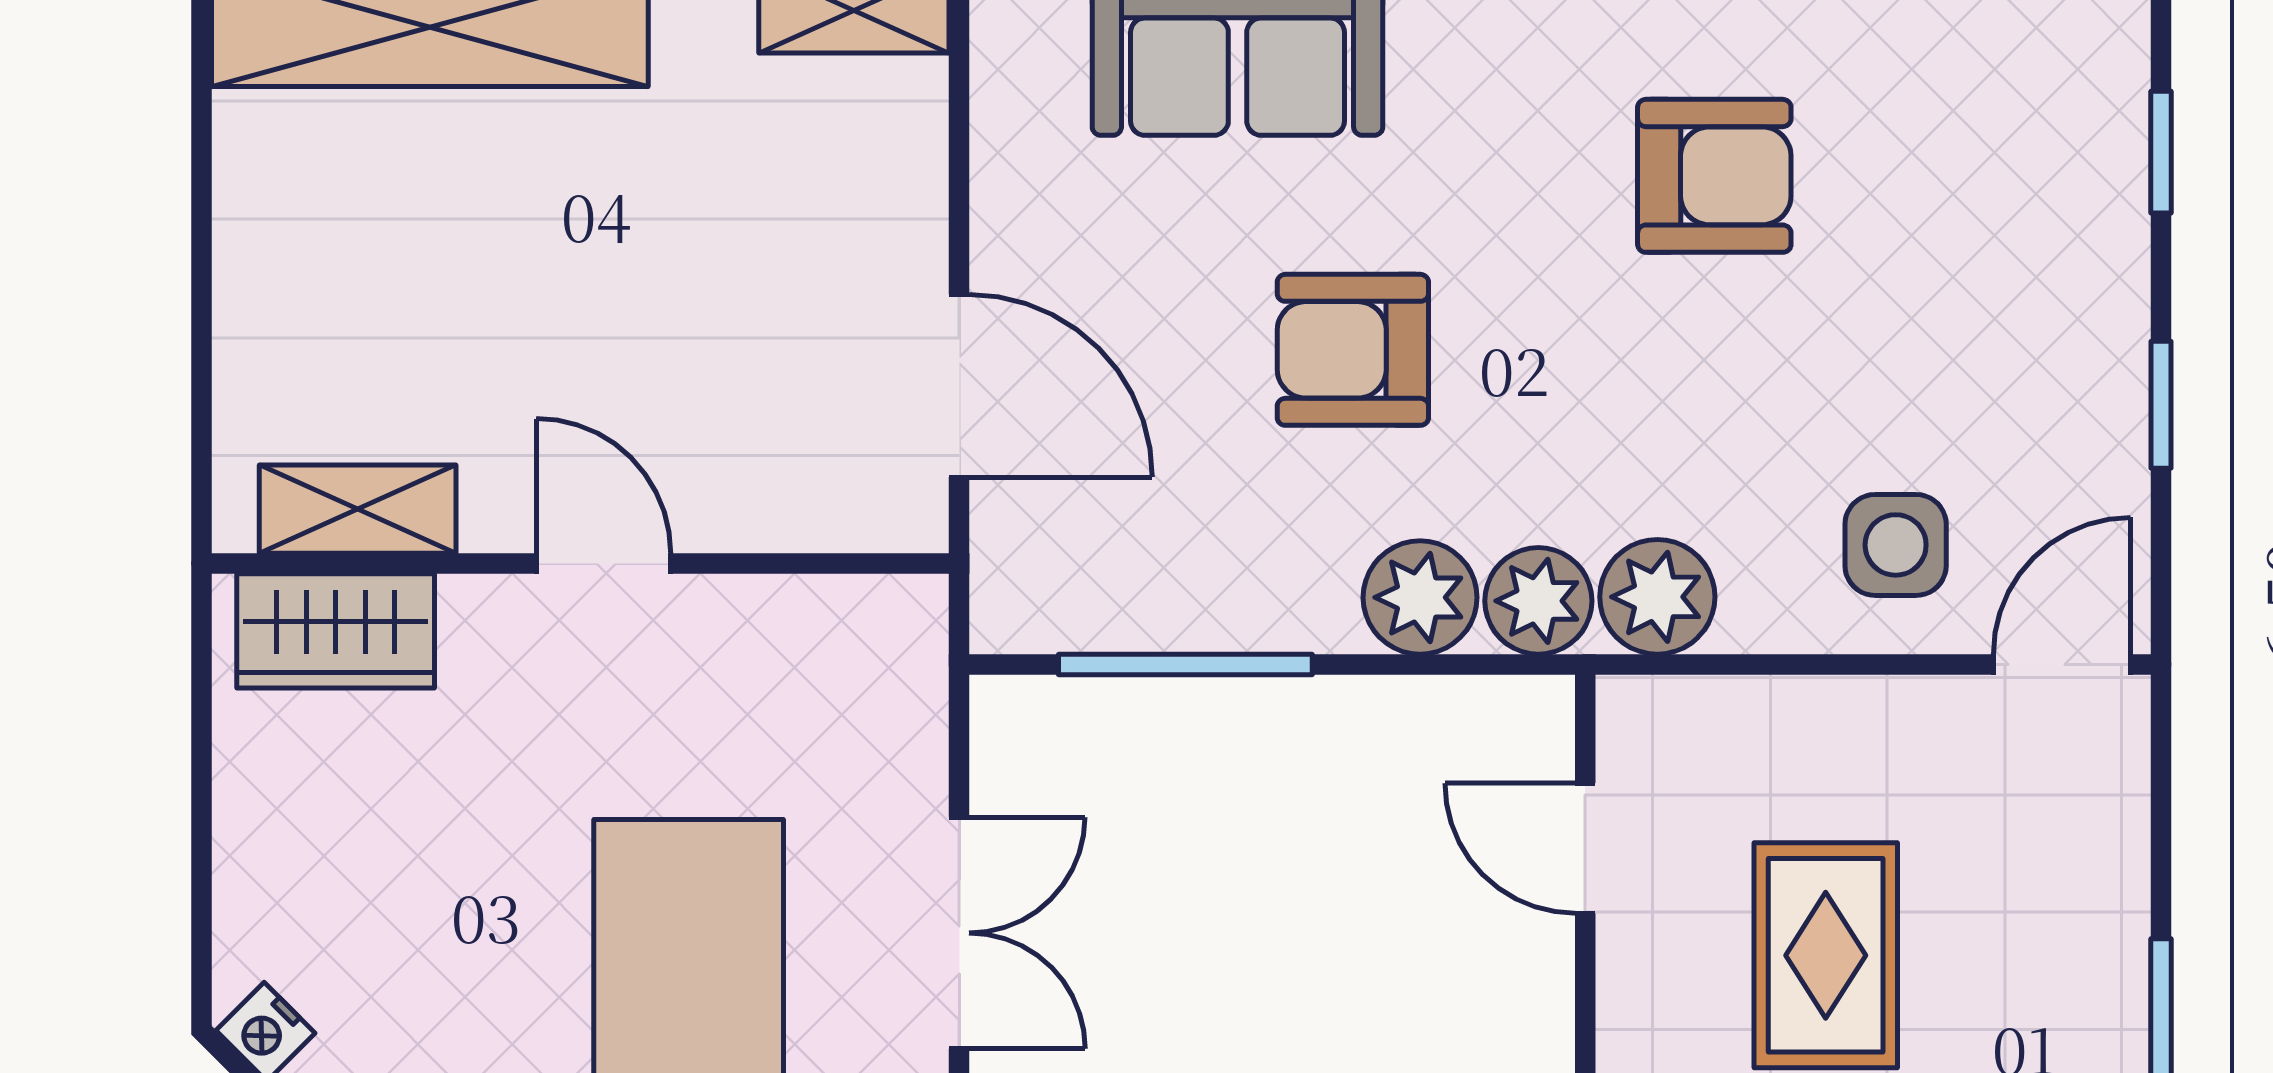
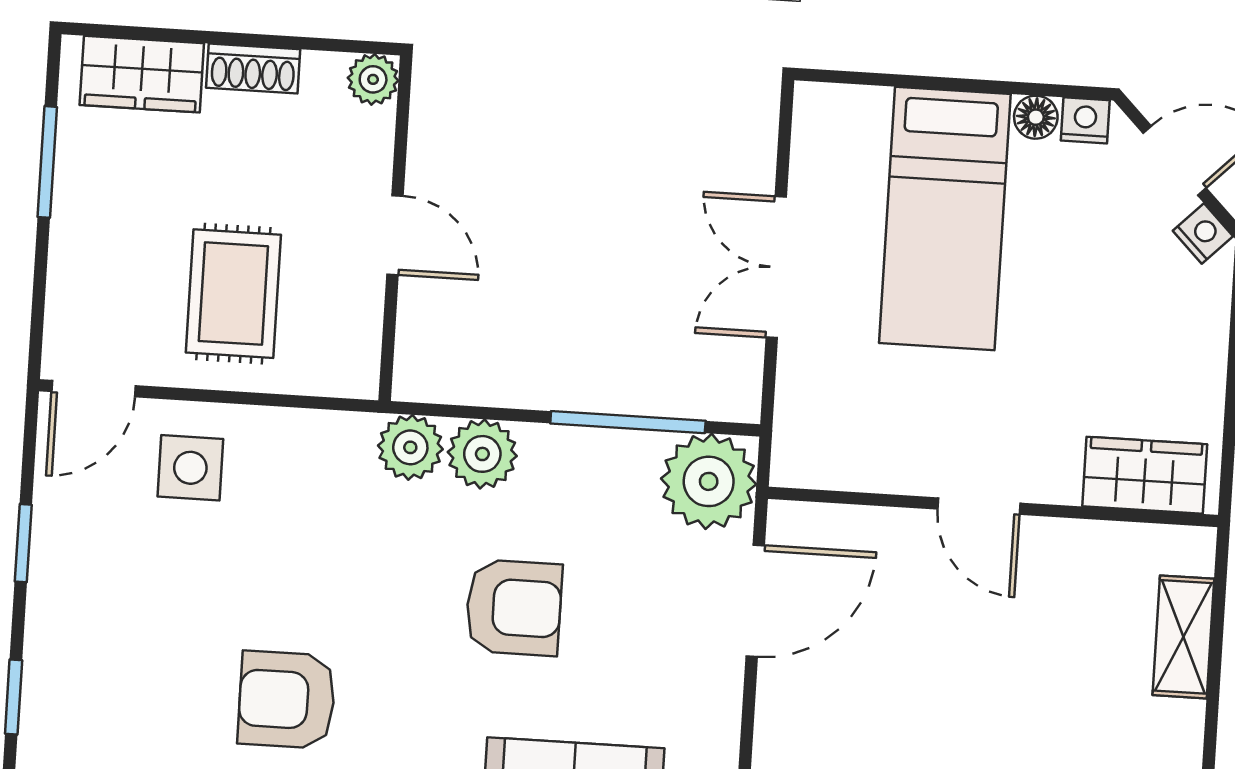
door: (959, 386) -> (755, 601), swing flipped
shelving: (358, 509) -> (1183, 637), moved, turned 90
plant: (1657, 597) -> (709, 481), moved, width x1.36, depth x1.36
door: (1585, 848) -> (395, 235), moved
rug: (1826, 955) -> (233, 294), moved

